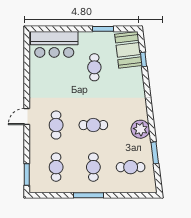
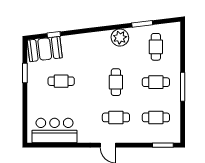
bar counter: (54, 44) -> (55, 131), moved, turned -90

